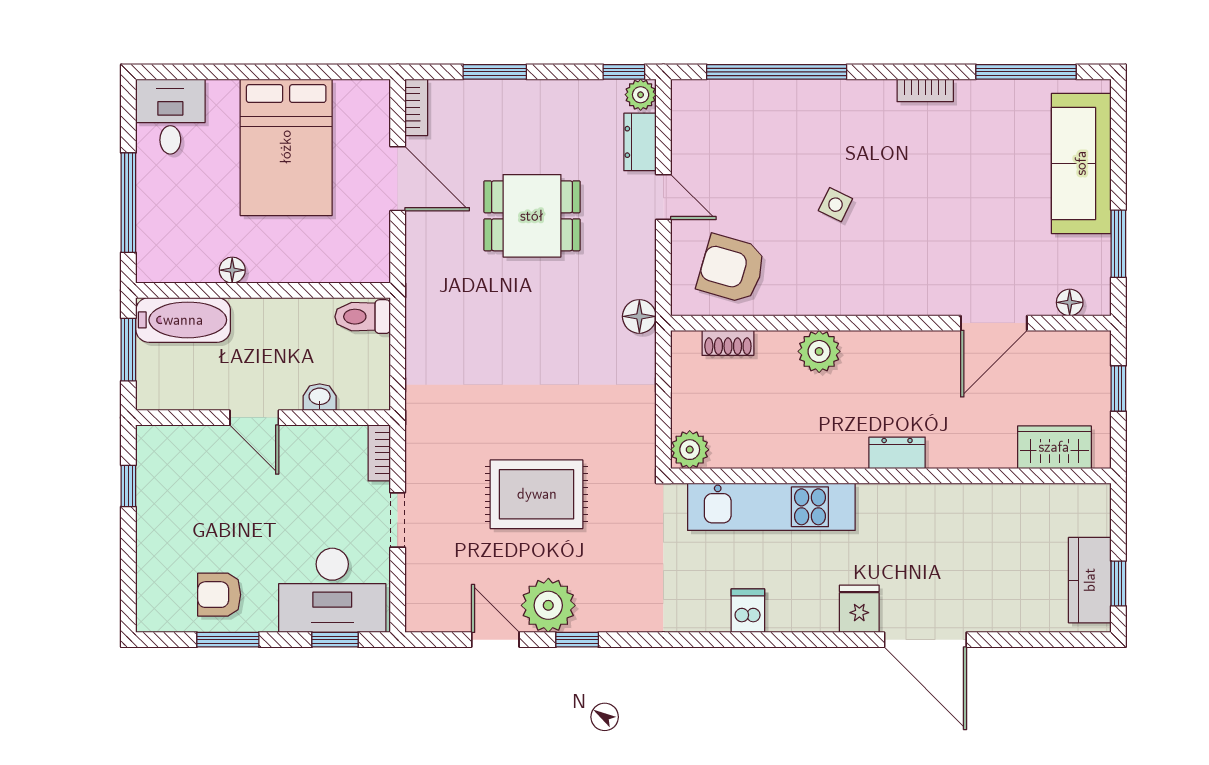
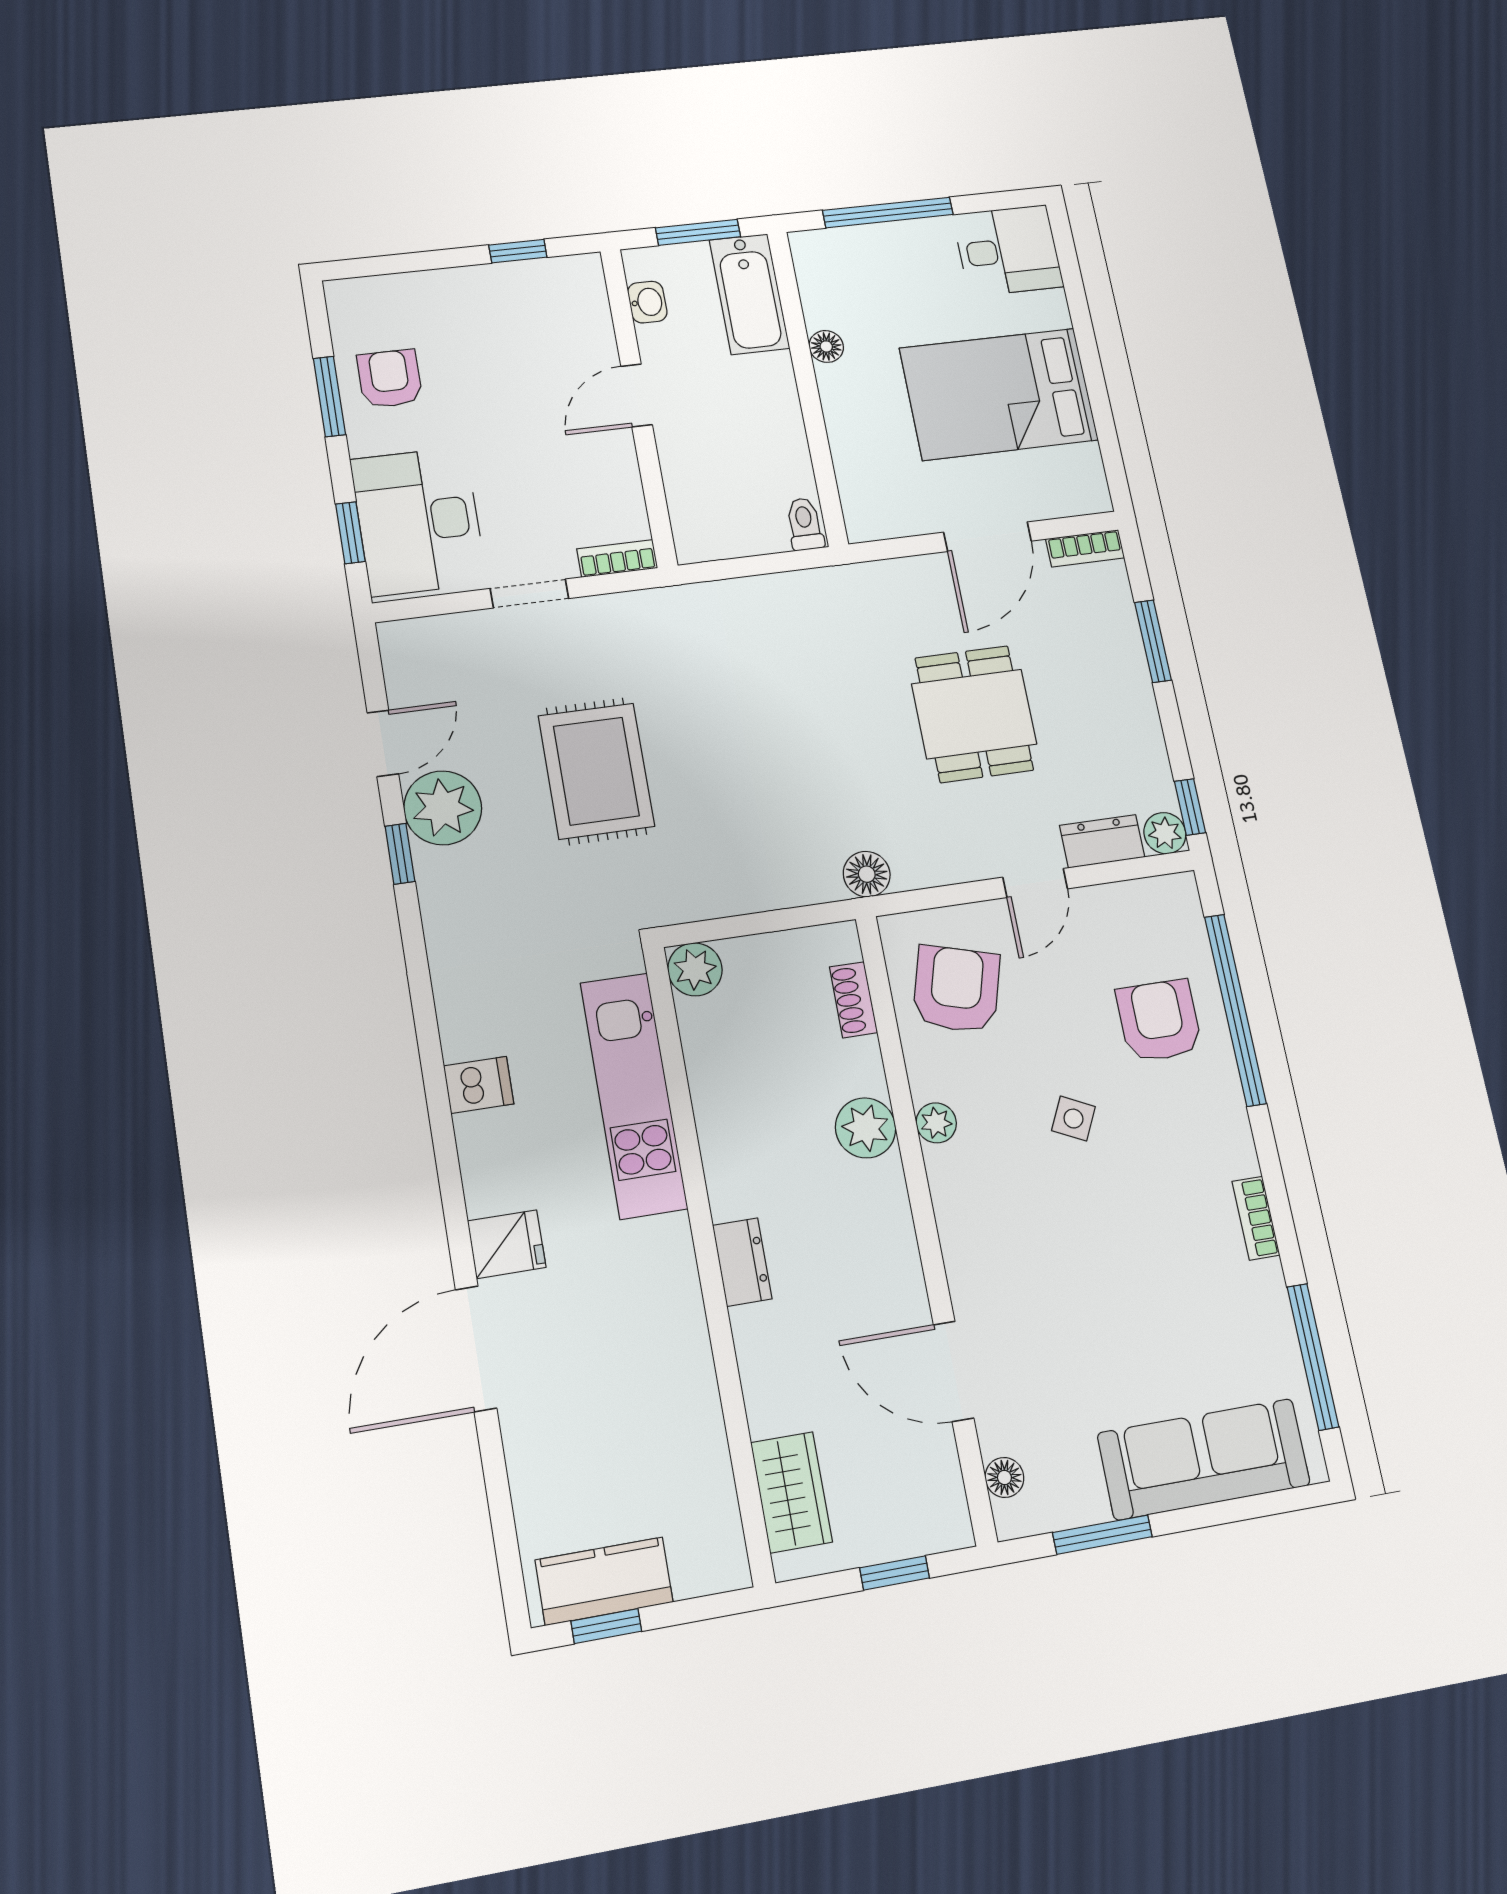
armchair: (776, 129) -> (1159, 1021), added
plant: (823, 302) -> (936, 1123), added
toilet: (363, 317) -> (805, 524), width x0.73, depth x0.72
washbasin: (320, 397) -> (647, 302), moved

